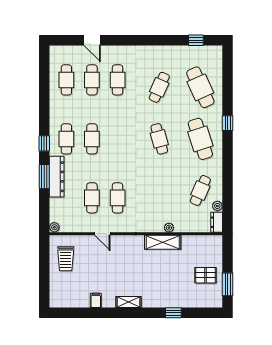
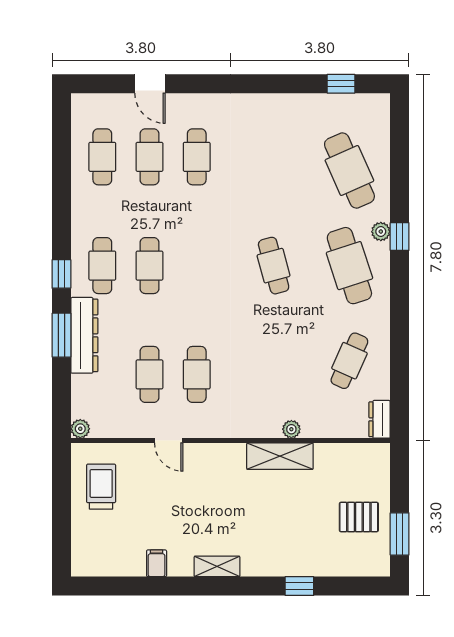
cafe table: (159, 87) -> (274, 170), removed
plant: (217, 206) -> (381, 232), moved
trolley: (66, 259) -> (101, 487), turned 180

